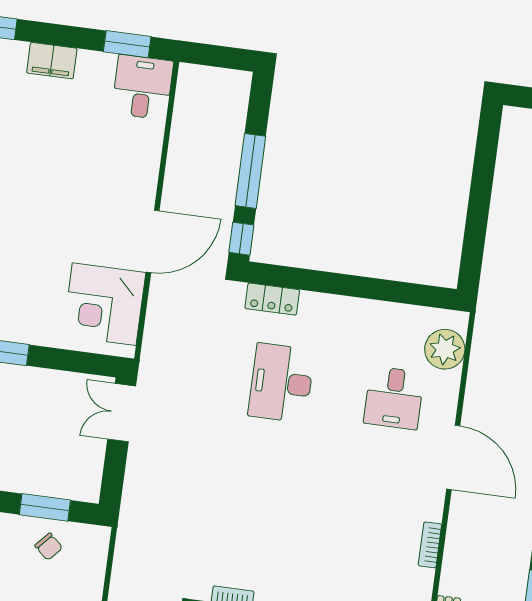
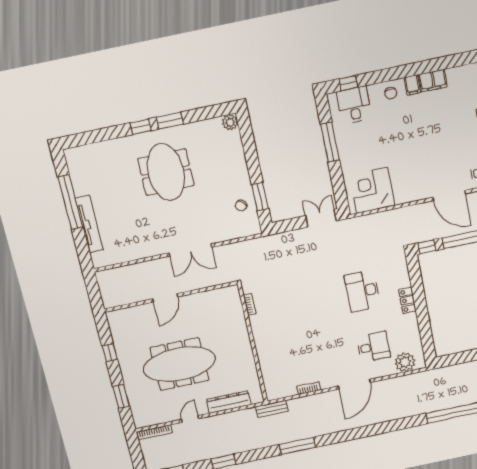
door: (153, 241) -> (449, 196), moved
locker: (272, 299) -> (407, 300), moved
desk: (281, 383) -> (363, 291), turned -90
desk: (394, 398) -> (373, 347), turned 180

